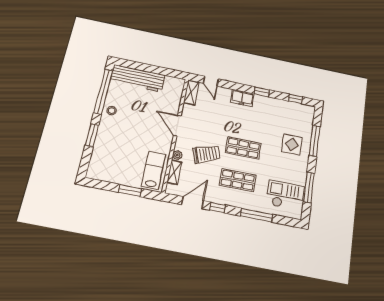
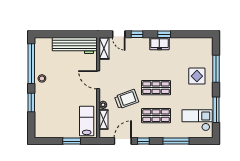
workbench: (138, 78) -> (75, 45), moved
freezer: (242, 98) -> (159, 44), moved
window: (295, 99) -> (137, 34), moved

